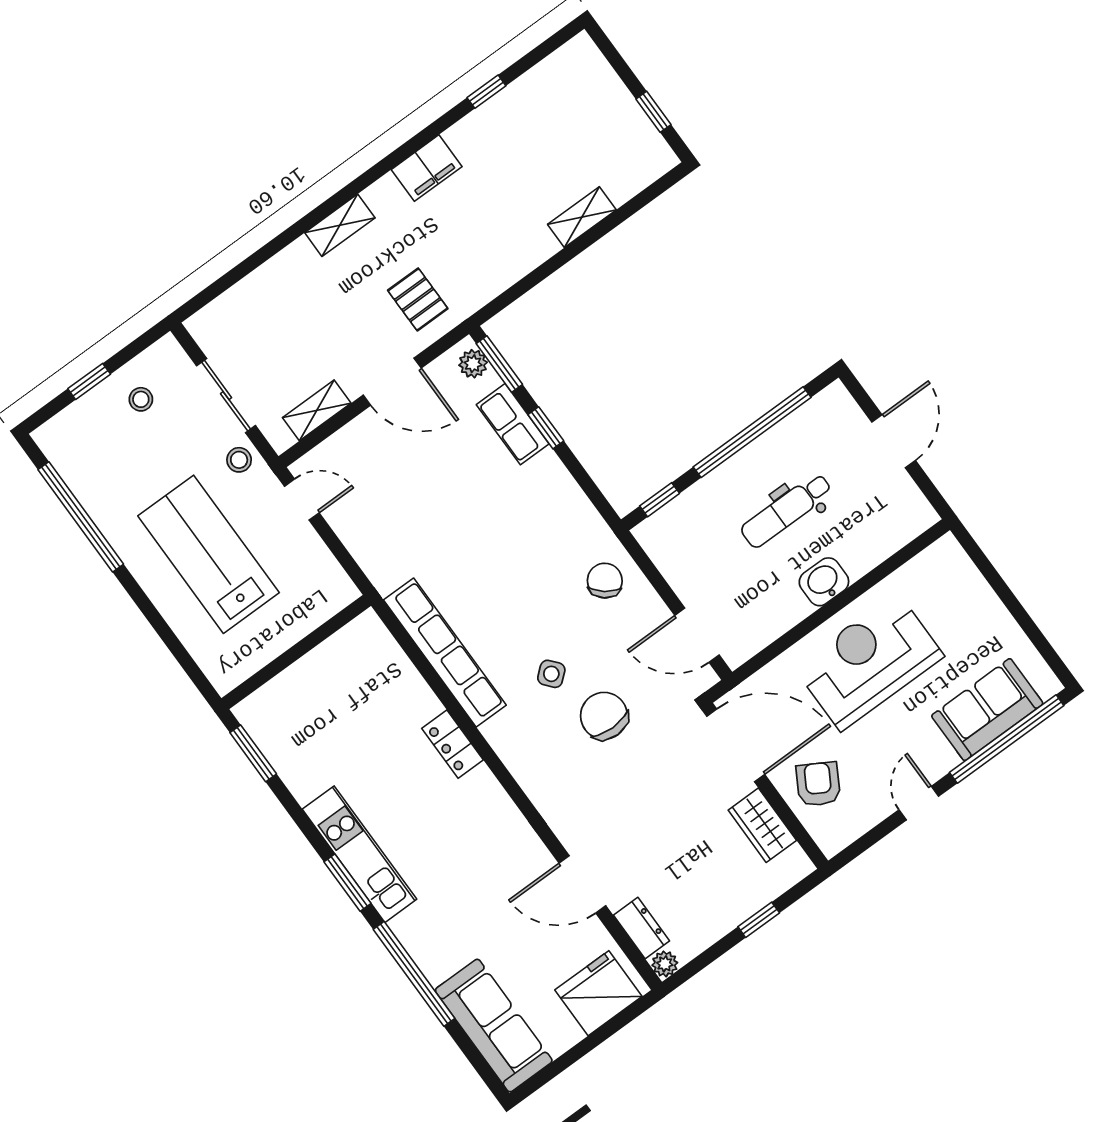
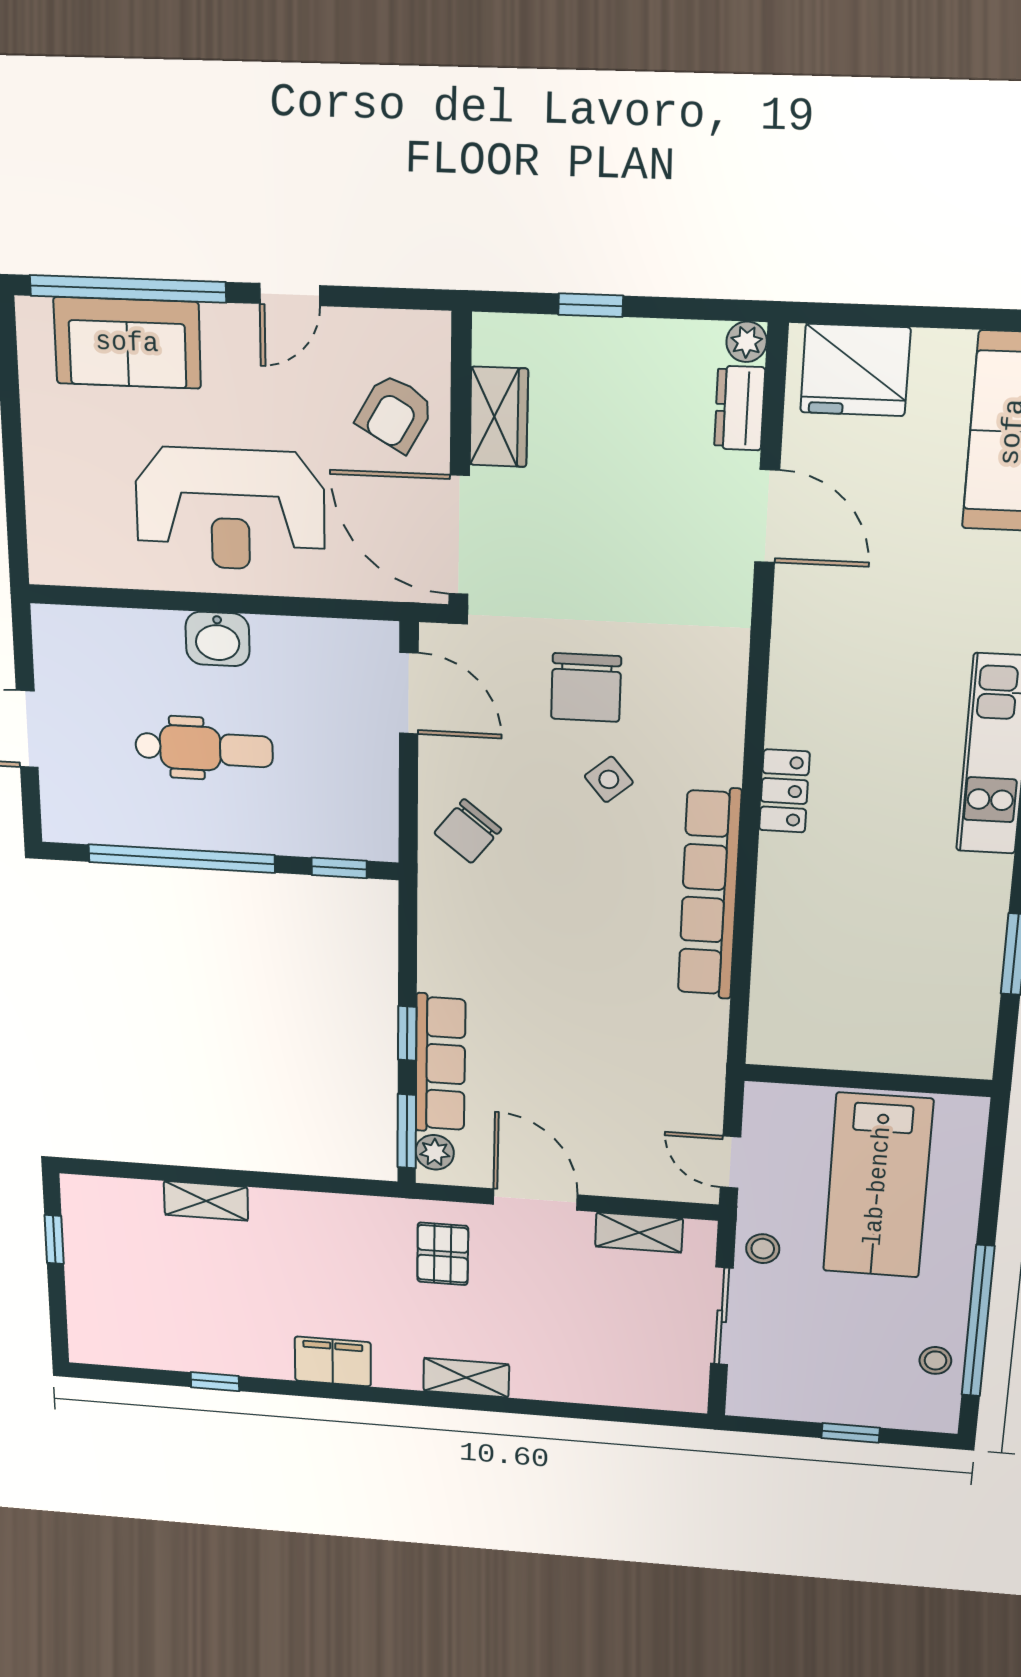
stool: (141, 399) -> (935, 1360), moved
row of seats: (513, 424) -> (440, 1064), width x1.48
wall: (296, 652) -> (868, 1080), moved

